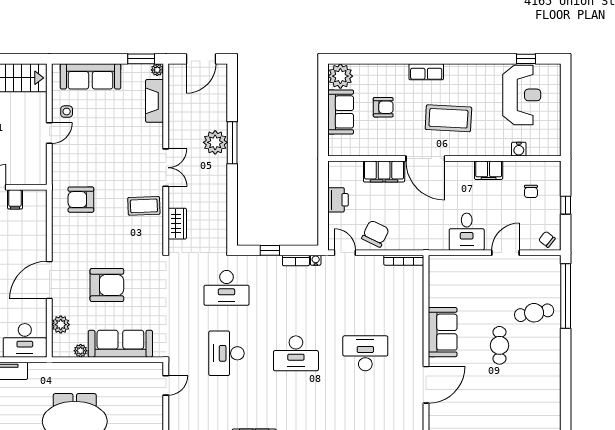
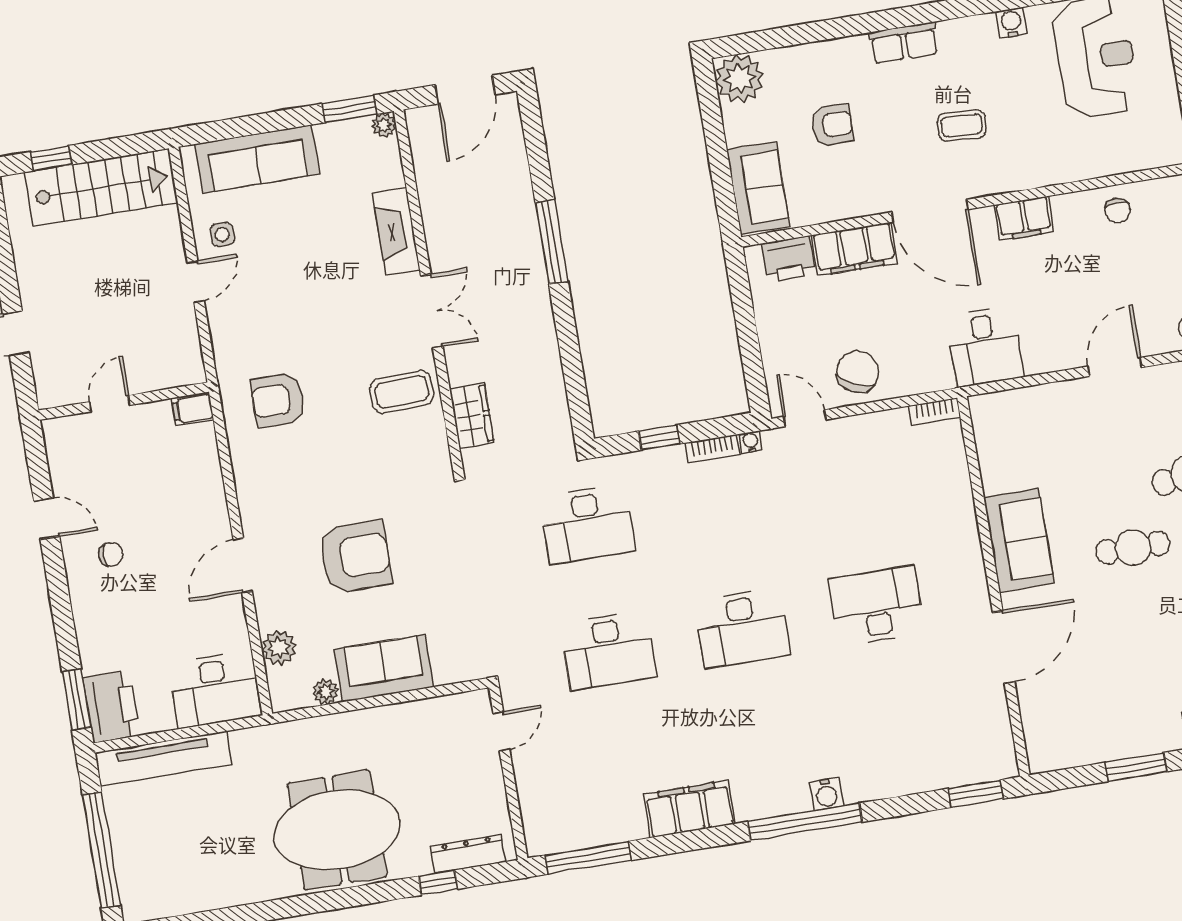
fireplace: (155, 101) -> (396, 232), moved
sofa: (341, 112) -> (758, 188), moved
coffee table: (448, 118) -> (962, 125), width x0.54, depth x0.58
plant: (215, 142) -> (519, 247), removed
water cooler: (519, 149) -> (1011, 23), moved, turned 180
filing cabinet: (489, 170) -> (1024, 218), moved
chair: (531, 191) -> (1118, 210), moved
filing cabinet: (15, 199) -> (193, 409), moved, turned 90
printer: (338, 200) -> (788, 259), moved, turned 90
desk: (467, 232) -> (985, 347), moved
bookcase: (404, 260) -> (935, 412), width x0.64
door: (49, 280) -> (243, 565), width x0.73
sofa: (120, 344) -> (384, 668), width x0.73
cafe table: (499, 345) -> (1133, 548), turned 90
desk: (227, 353) -> (608, 650), turned -90

